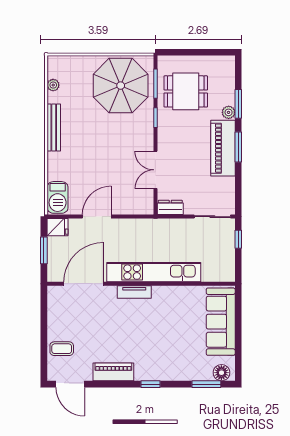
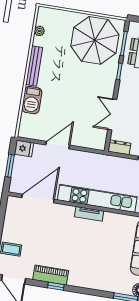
barbecue: (58, 197) -> (32, 100), moved
tv unit: (134, 292) -> (89, 214), moved
window: (151, 384) -> (56, 286), moved

